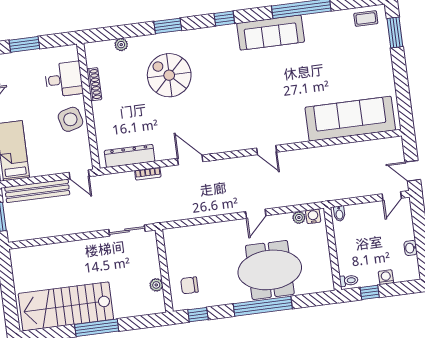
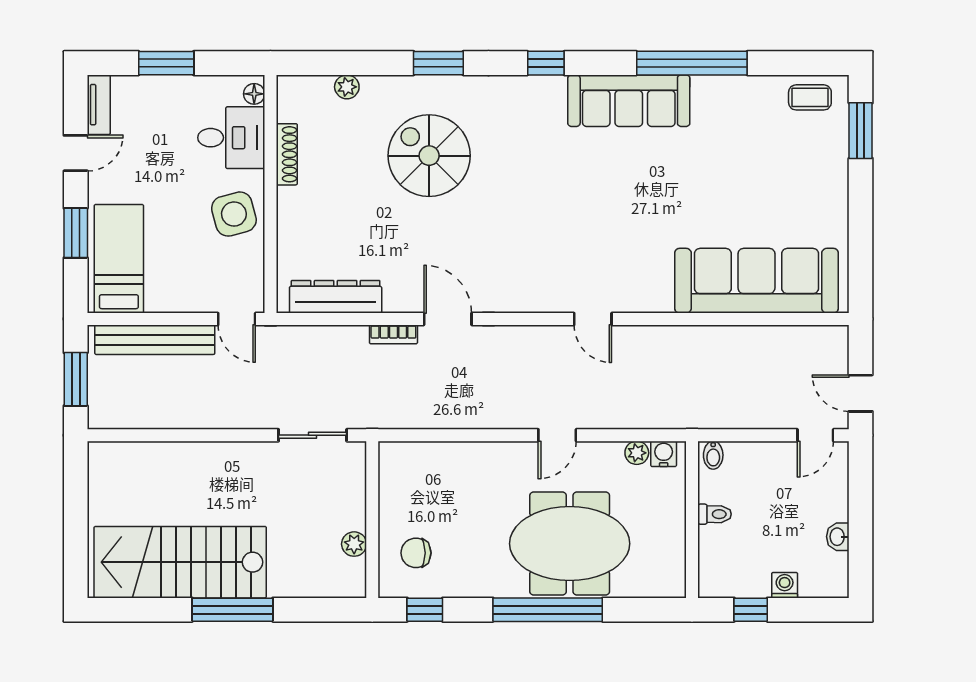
floor lamp: (73, 55) -> (254, 94), added
bookcase: (148, 174) -> (393, 334), moved
toilet: (349, 281) -> (715, 514), moved

